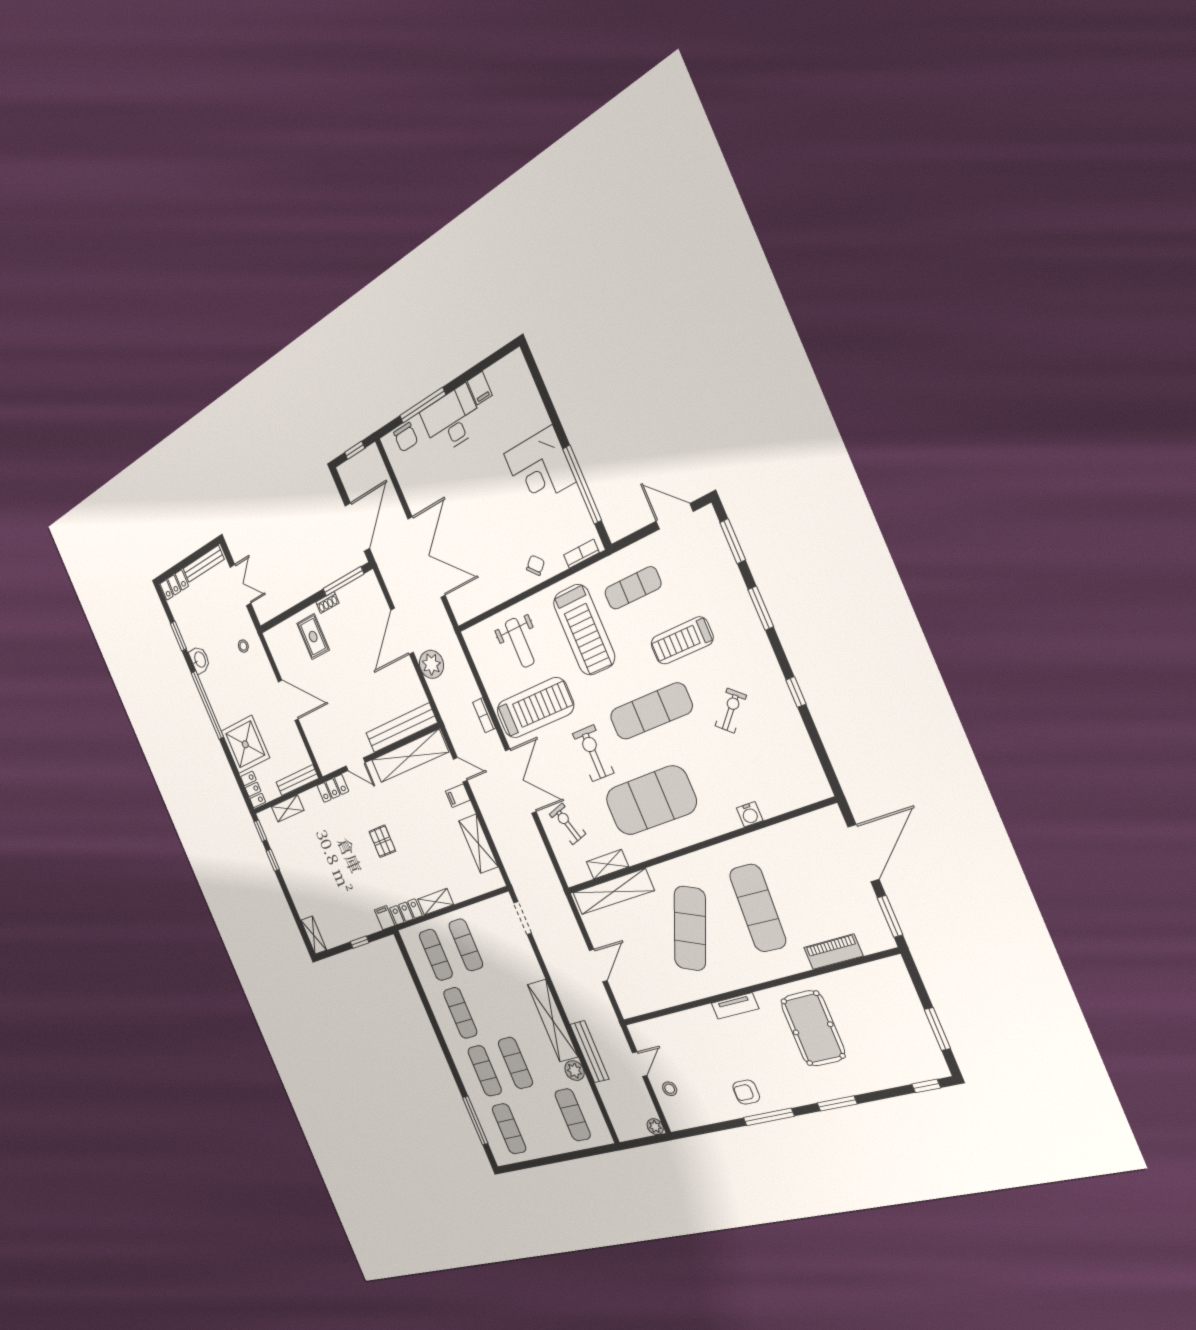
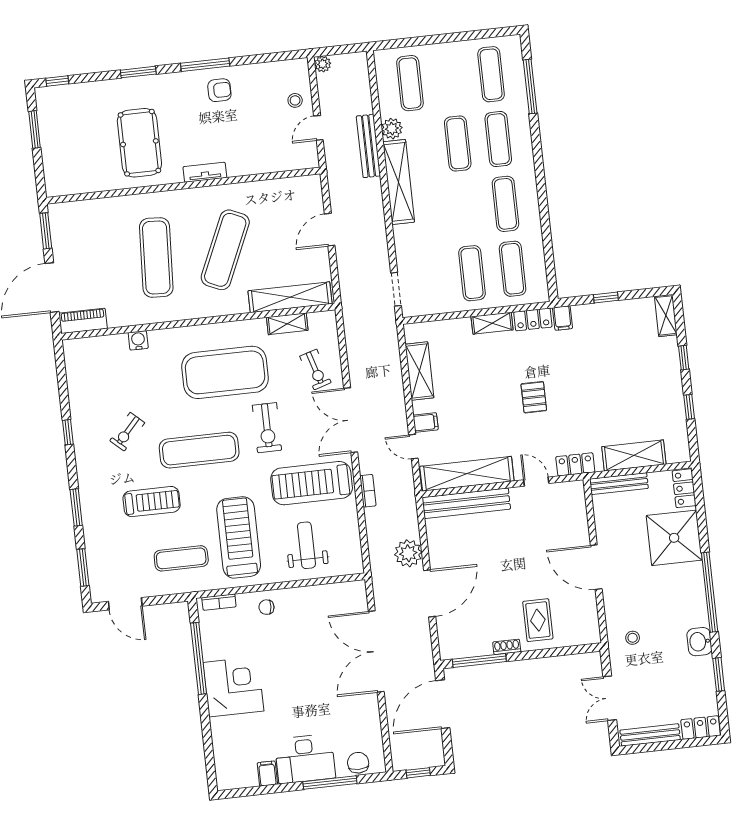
chair: (535, 565) -> (266, 607), turned 47
shelving: (288, 809) -> (634, 455), width x1.50, depth x1.33
window: (260, 831) -> (684, 358), moved
piano: (833, 952) -> (83, 321), moved, turned 180

